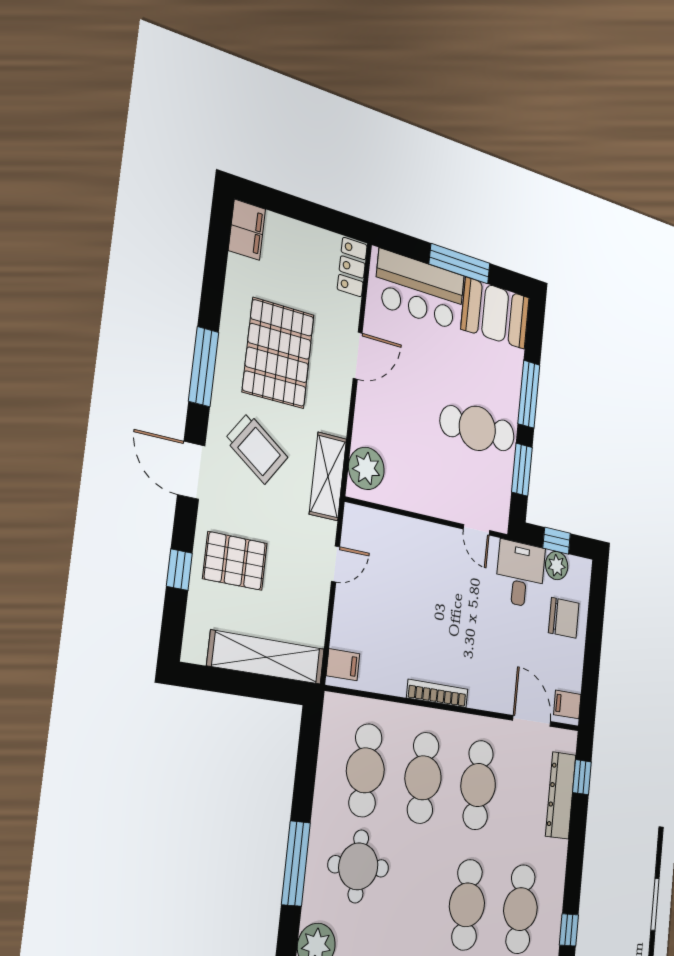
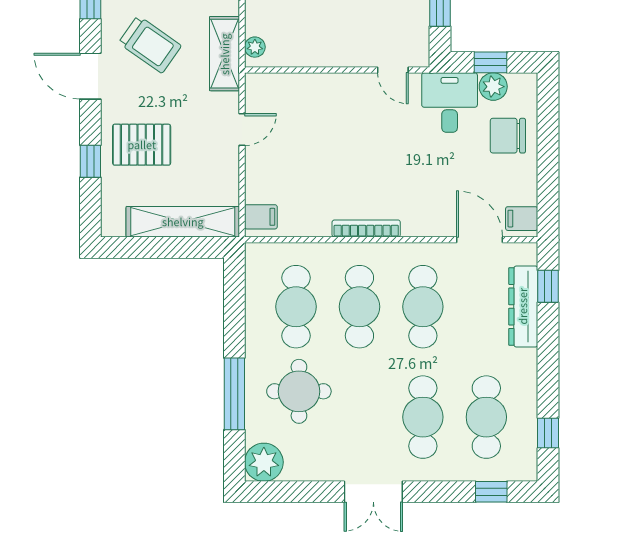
plant: (366, 468) -> (255, 47), width x0.53, depth x0.53
chair: (564, 618) -> (508, 136), turned 180

